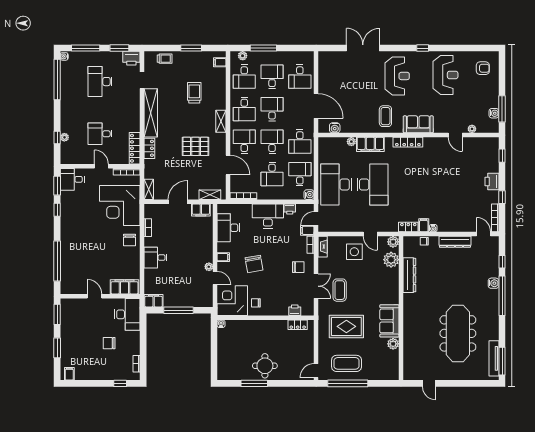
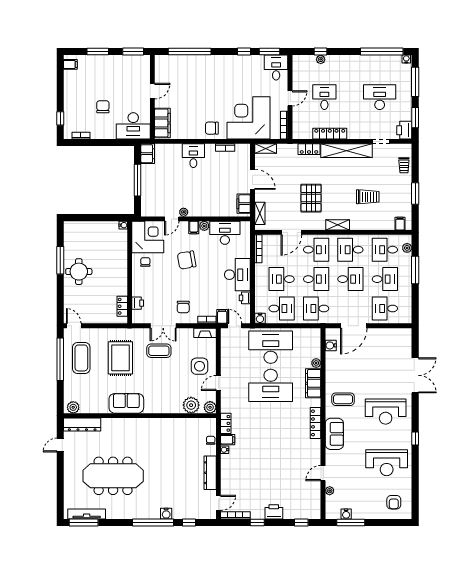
locker: (135, 148) -> (330, 134), moved
plant: (222, 247) -> (204, 226), added
dresser: (409, 275) -> (82, 424), moved
plant: (393, 344) -> (73, 407), moved

